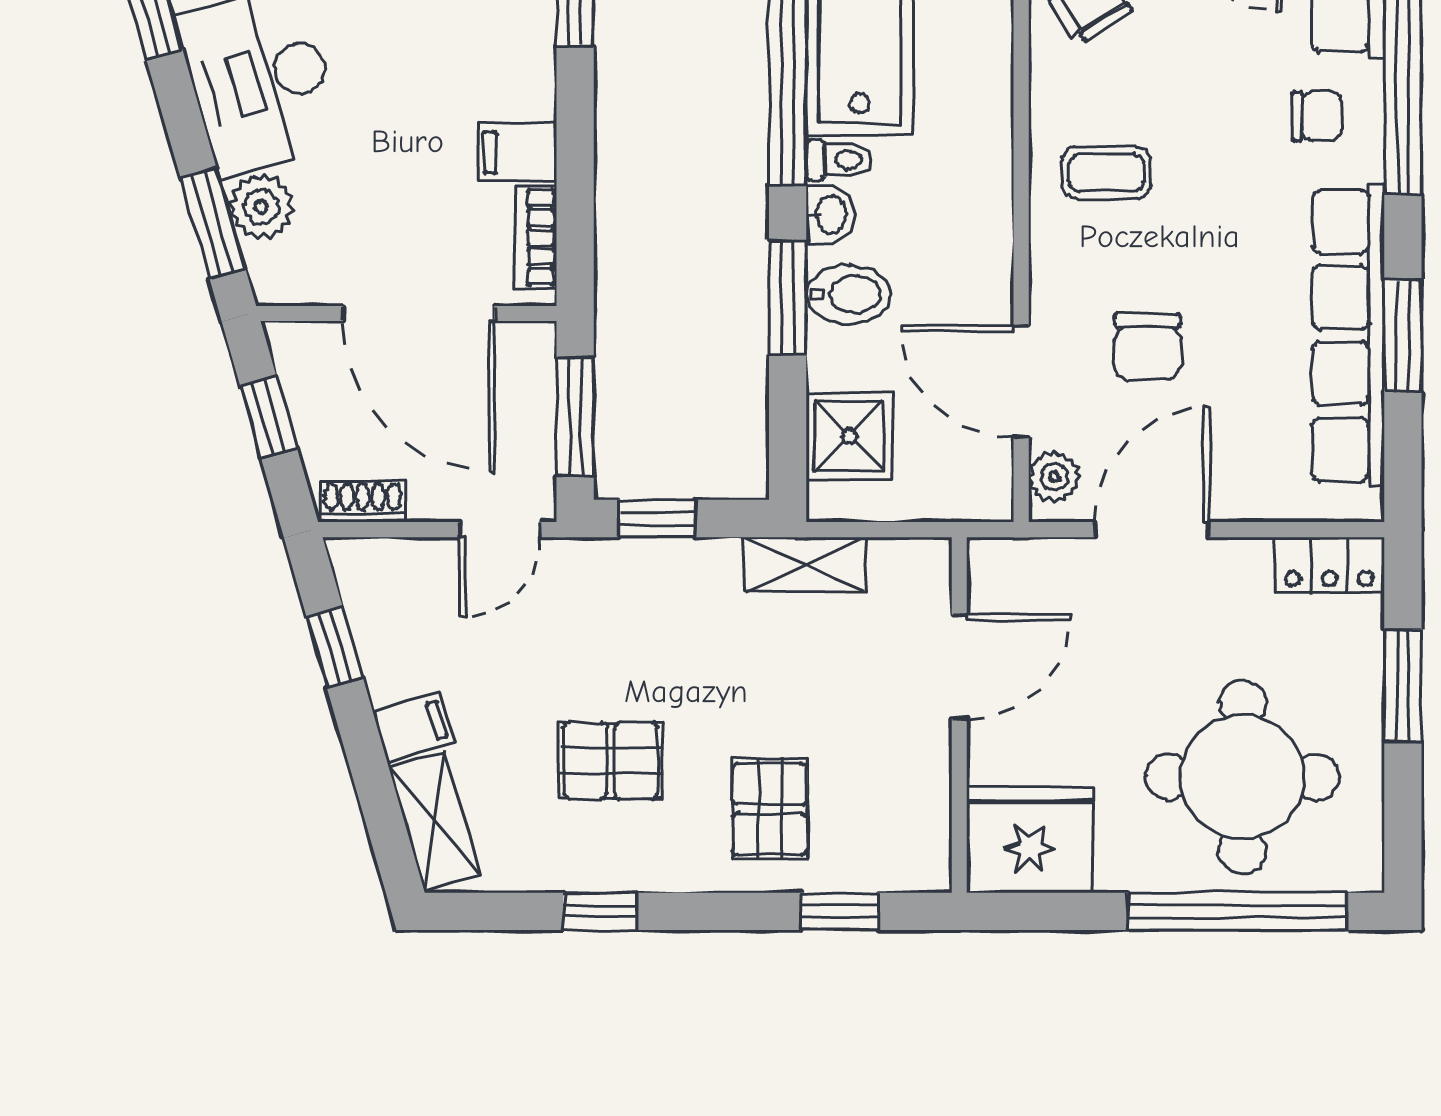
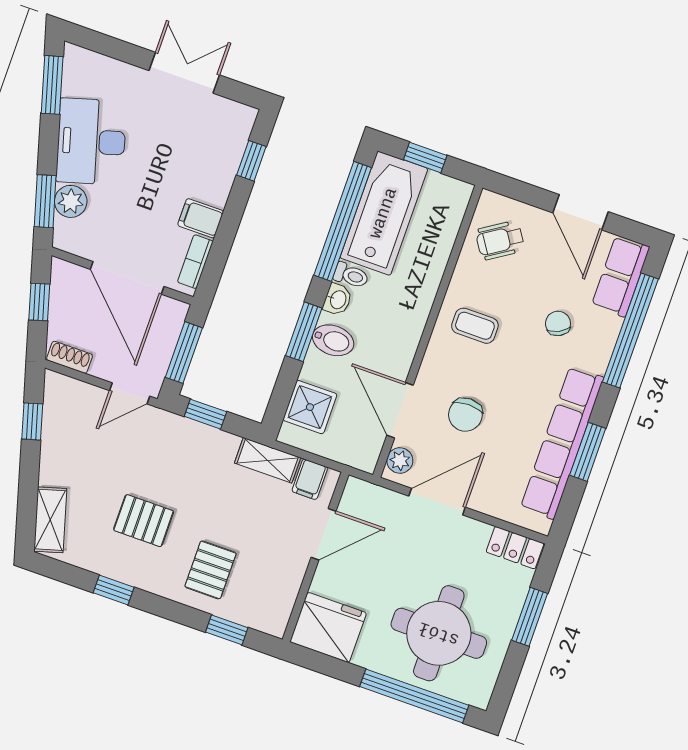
chair: (1317, 116) -> (558, 323), moved, turned -117
filing cabinet: (414, 727) -> (310, 479), moved, turned 106

